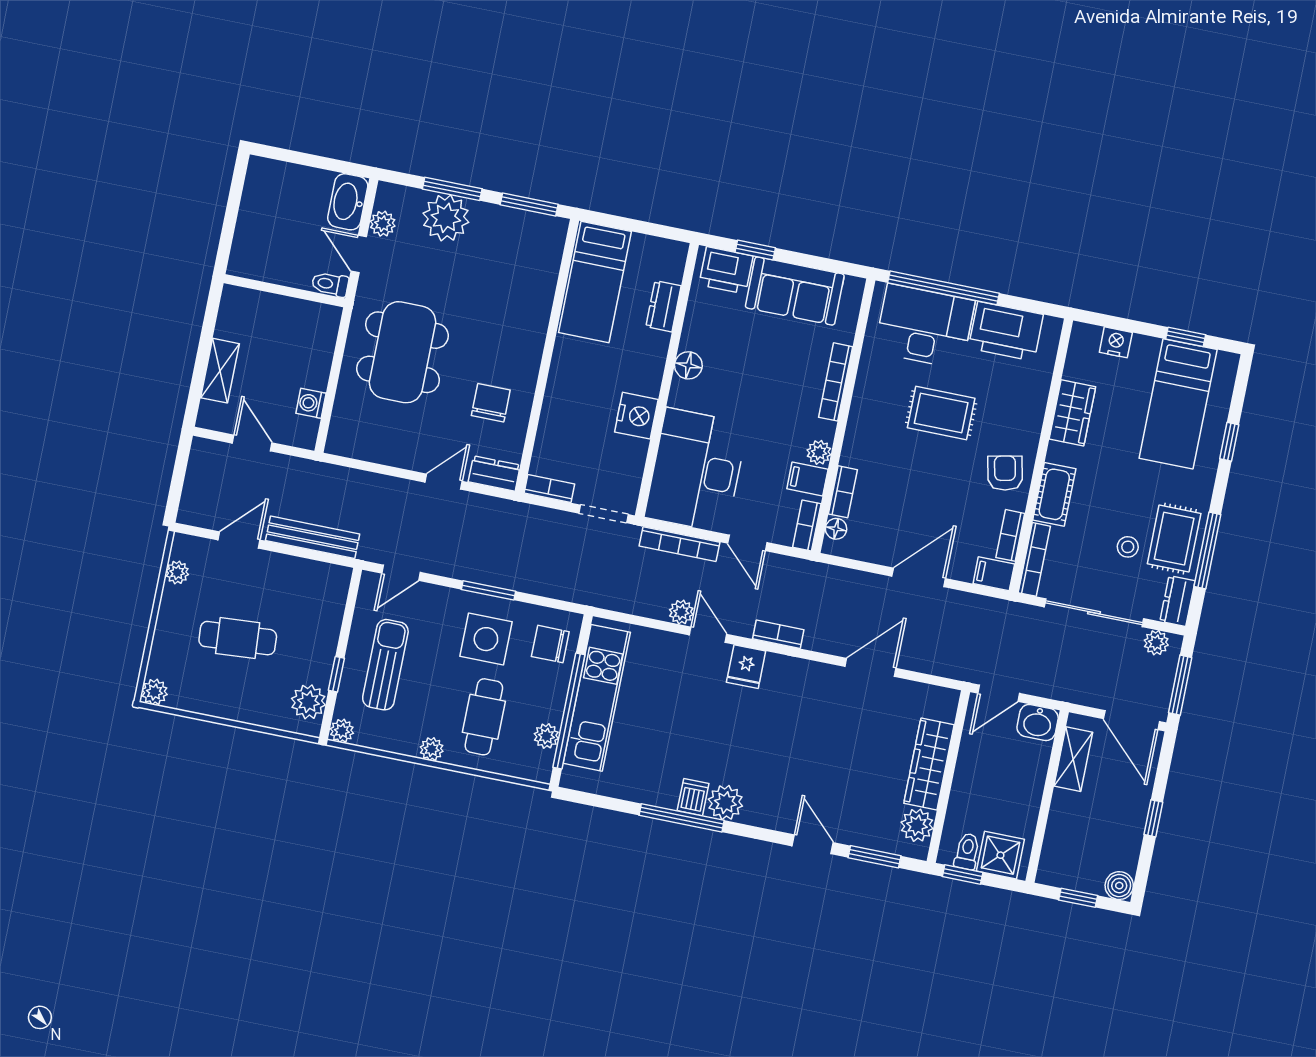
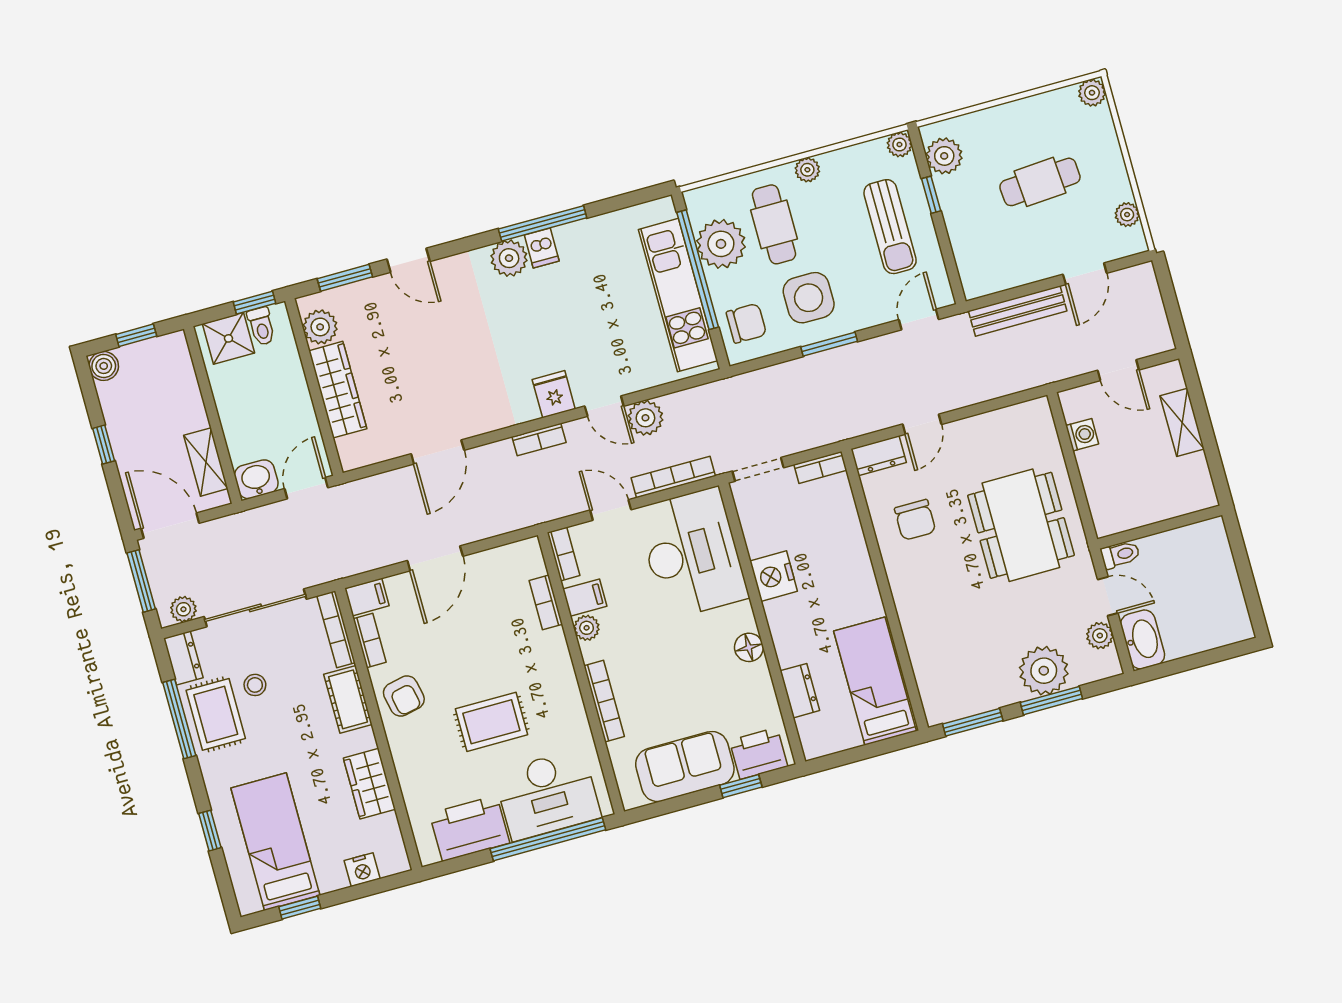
floor lamp: (836, 529) -> (535, 565), removed
plant: (681, 612) -> (645, 418), width x1.38, depth x1.38
plant: (546, 736) -> (721, 244), width x1.87, depth x1.87

